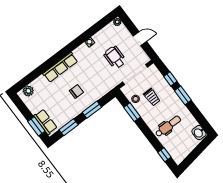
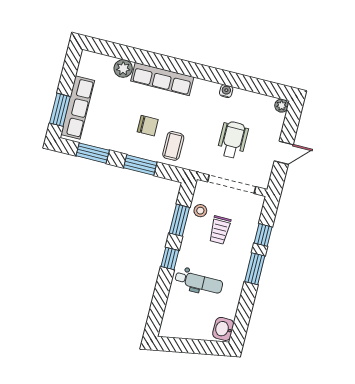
door: (140, 39) -> (284, 153), hinge flipped
coffee table: (95, 87) -> (173, 146), added
plant: (28, 91) -> (123, 68), moved
row of seats: (45, 122) -> (78, 108), width x1.48
window: (164, 155) -> (170, 259), moved

